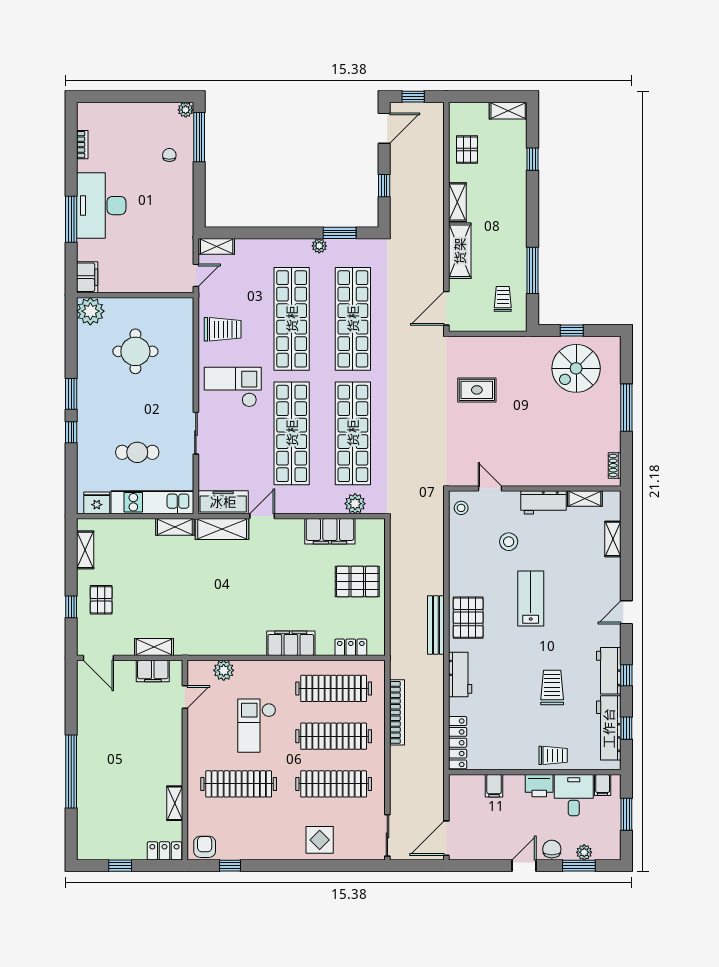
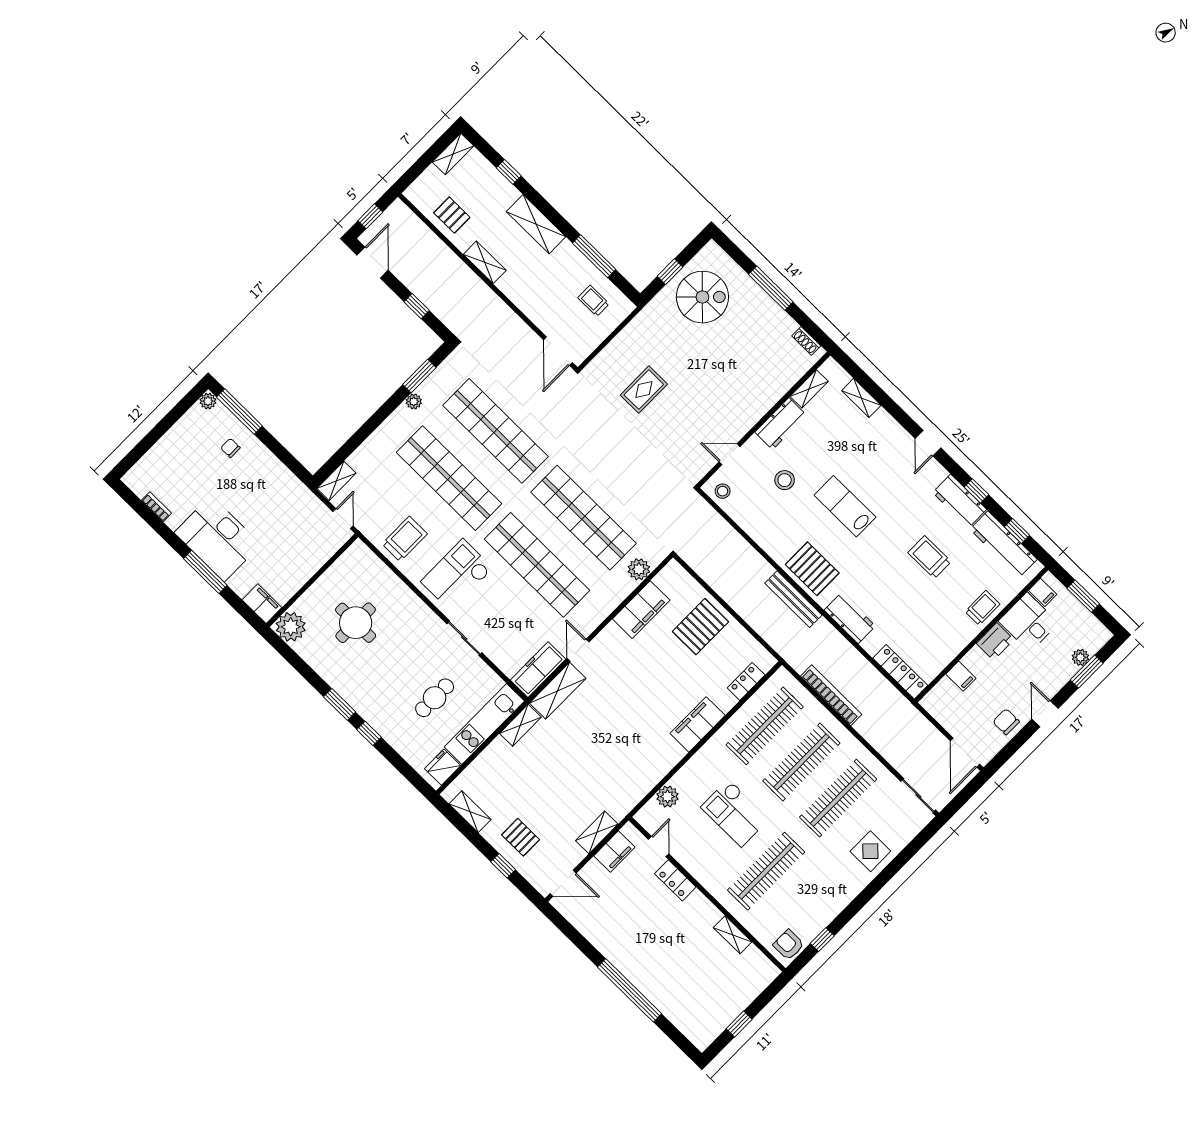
shelving: (460, 251) -> (536, 224), moved
spiral stairs: (576, 368) -> (702, 297), turned -90
chair: (552, 849) -> (1006, 722), moved
locker: (164, 851) -> (675, 880), moved, turned -90

